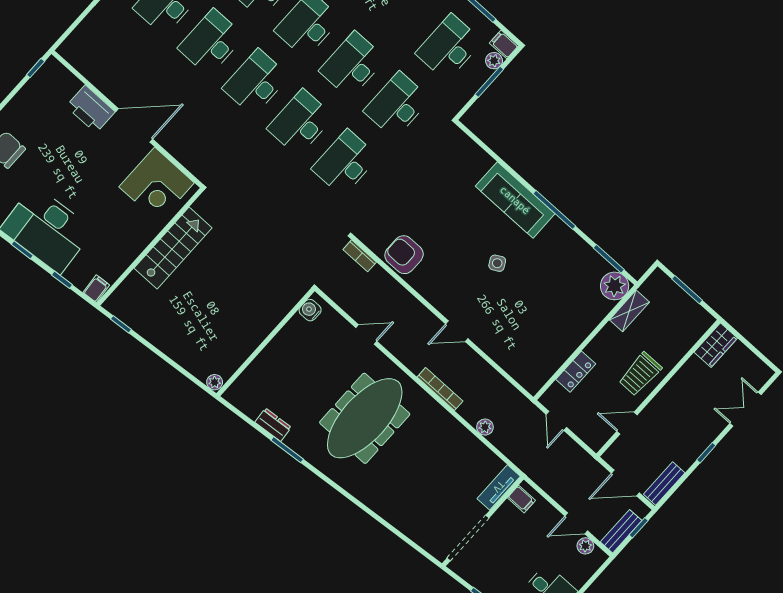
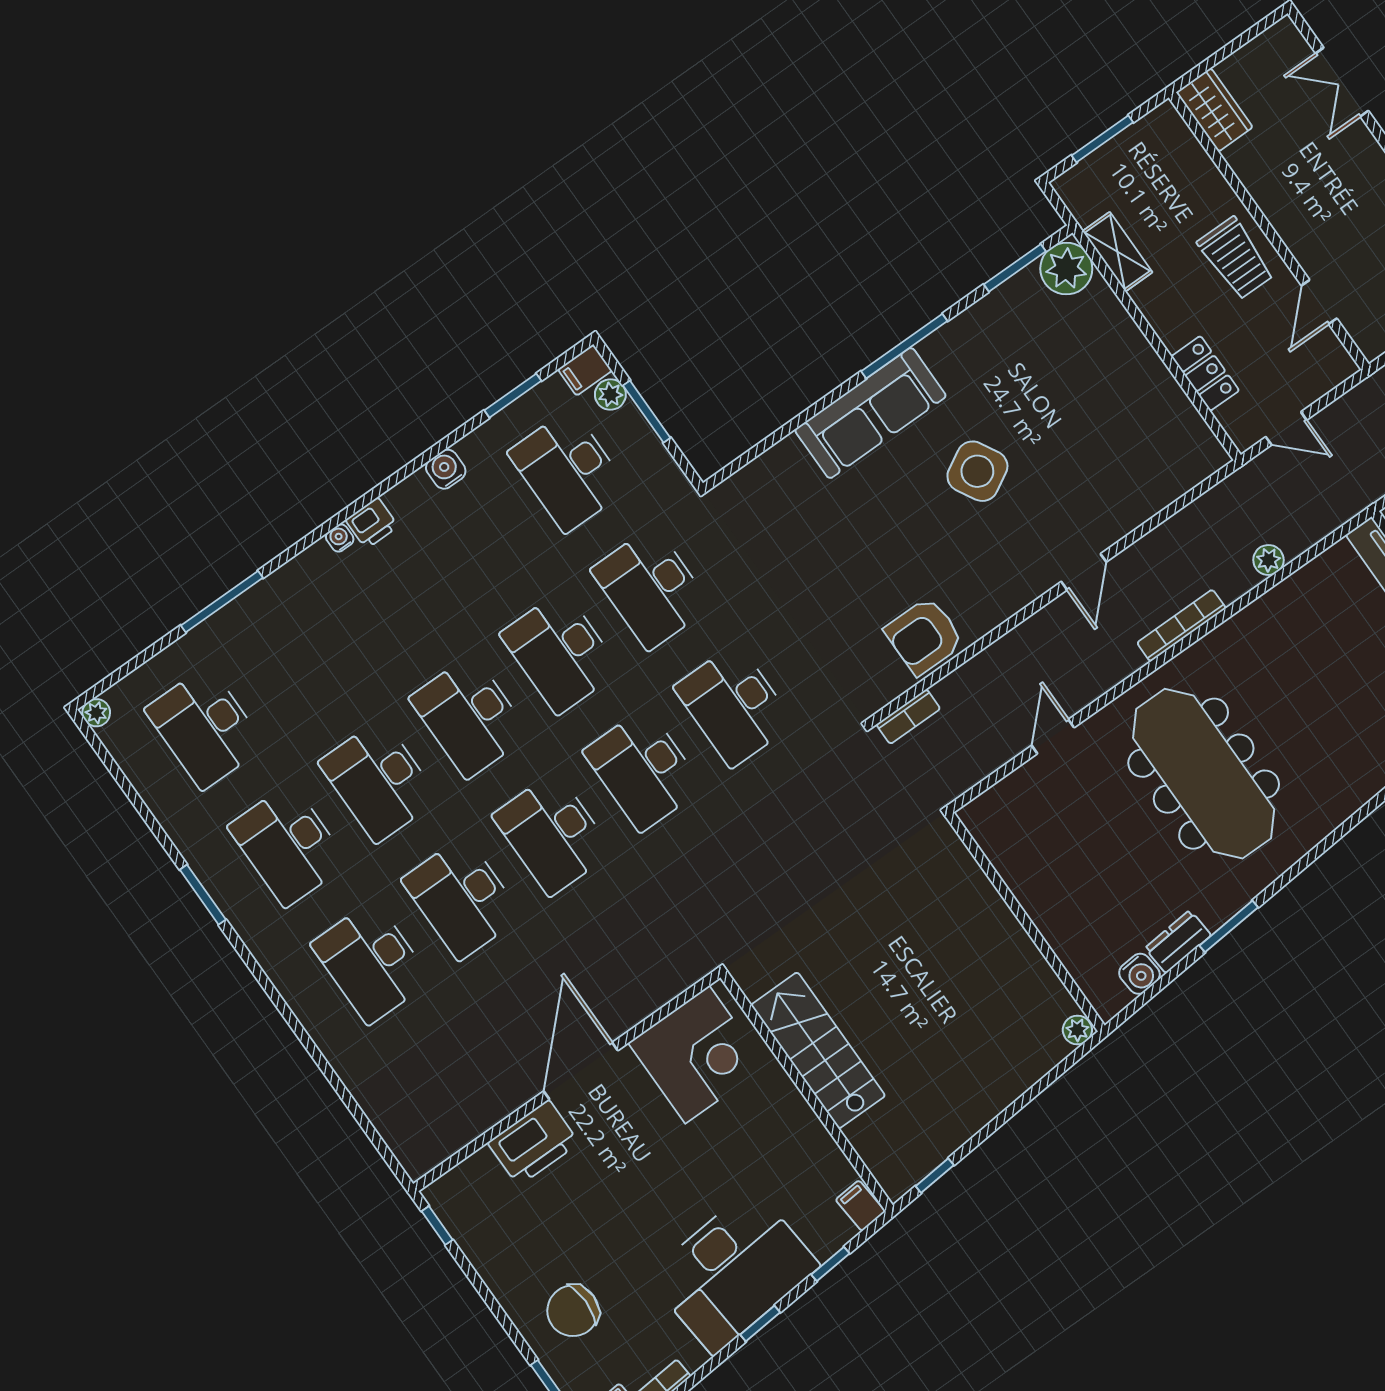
side table: (497, 263) -> (977, 471), width x1.87, depth x1.87
water cooler: (310, 310) -> (1139, 974), moved, turned -95

